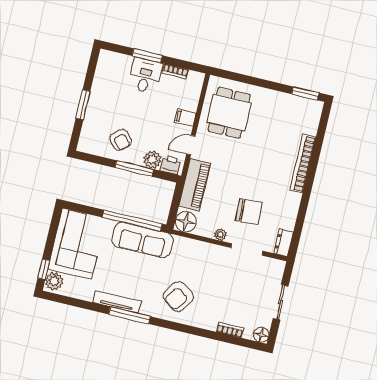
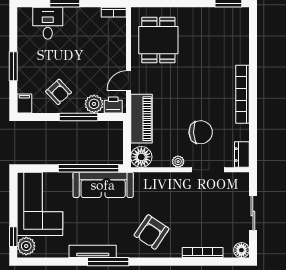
bookcase: (175, 71) -> (114, 12), moved
desk: (145, 76) -> (48, 23), moved
filing cabinet: (185, 118) -> (24, 103), moved, turned 90
bookcase: (303, 164) -> (242, 94), moved
bookcase: (230, 330) -> (203, 253), width x1.56

